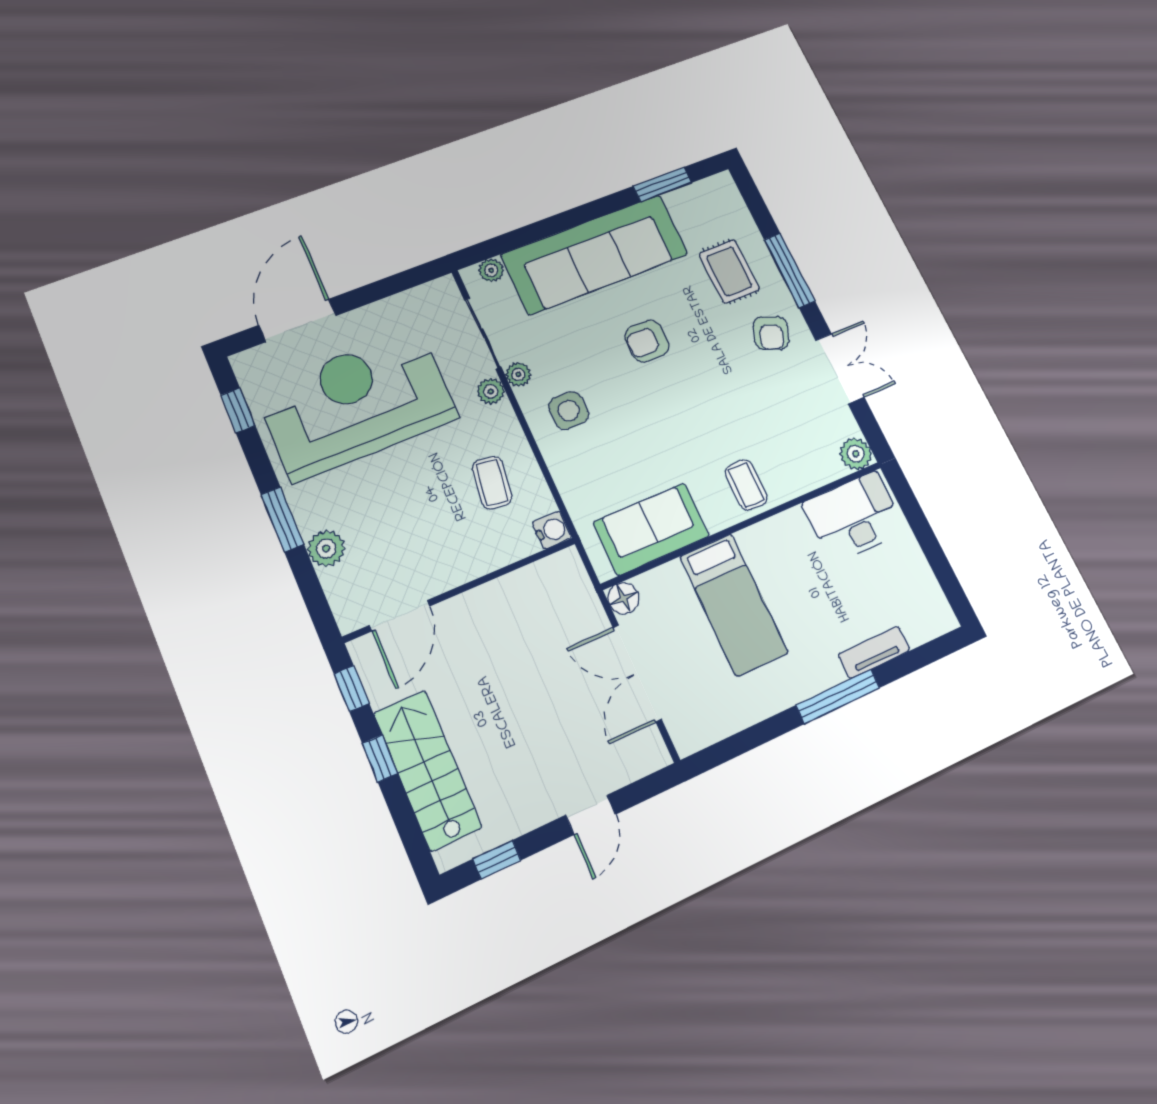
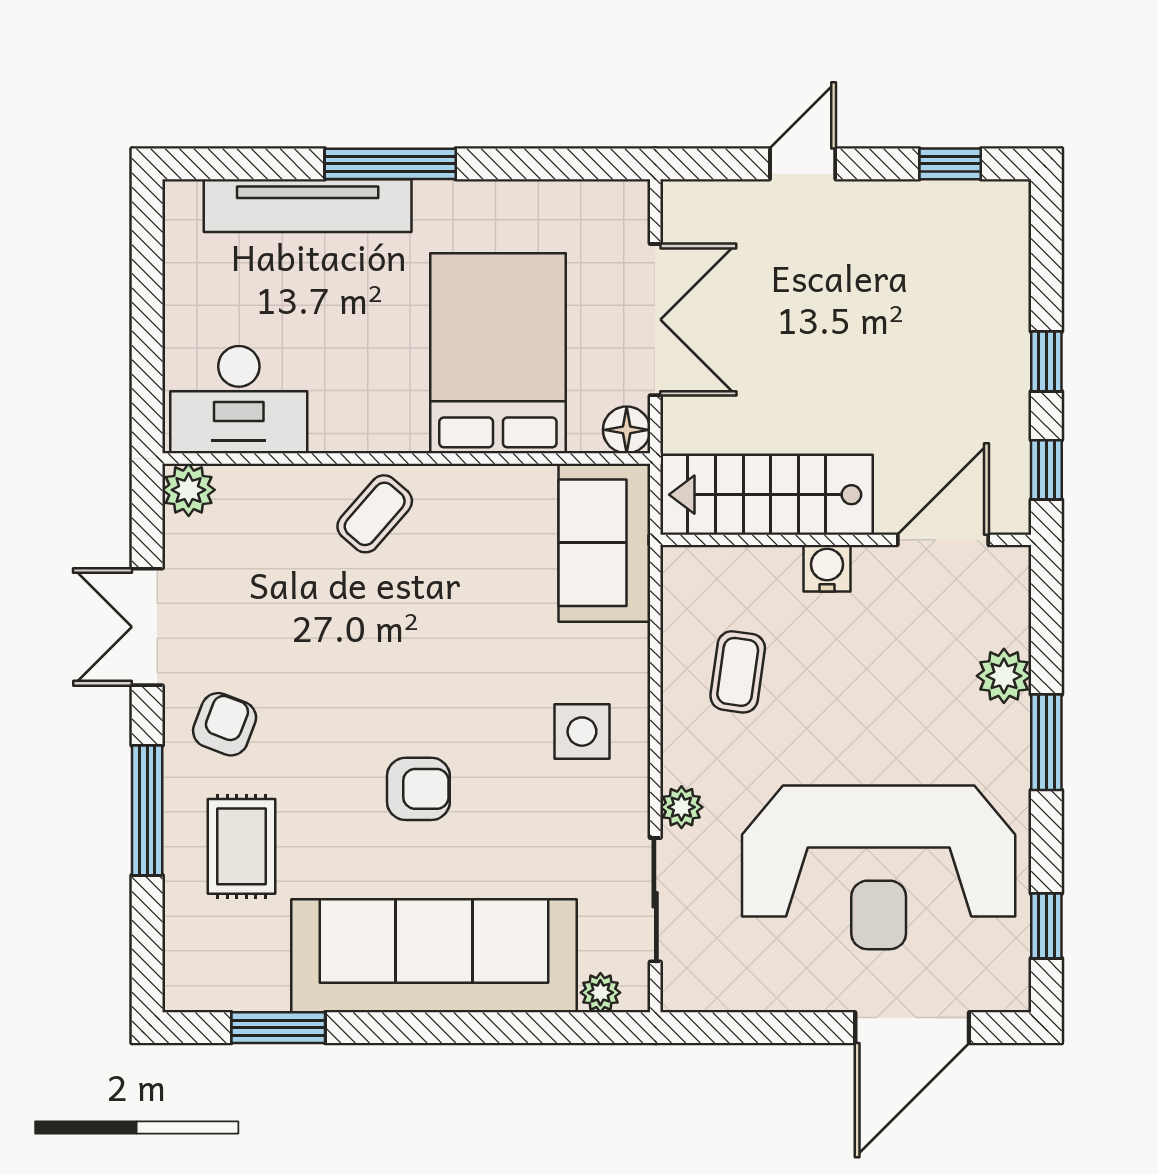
plant: (518, 374) -> (631, 816), removed
coffee table: (746, 485) -> (375, 514), turned 41
sofa: (651, 529) -> (604, 543), moved, turned 90
water cooler: (552, 530) -> (827, 568), moved, turned 90
bed: (734, 604) -> (498, 353), width x1.50
tv unit: (874, 652) -> (308, 206), width x1.92, depth x1.29
stairs: (428, 770) -> (766, 495), moved, turned 90

